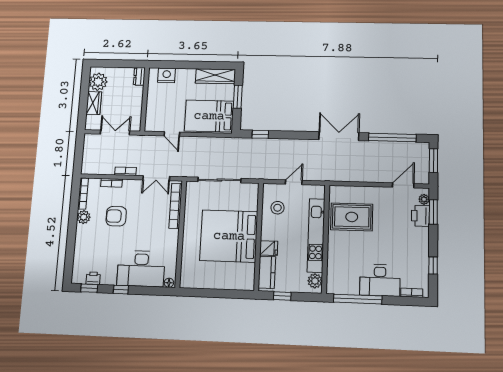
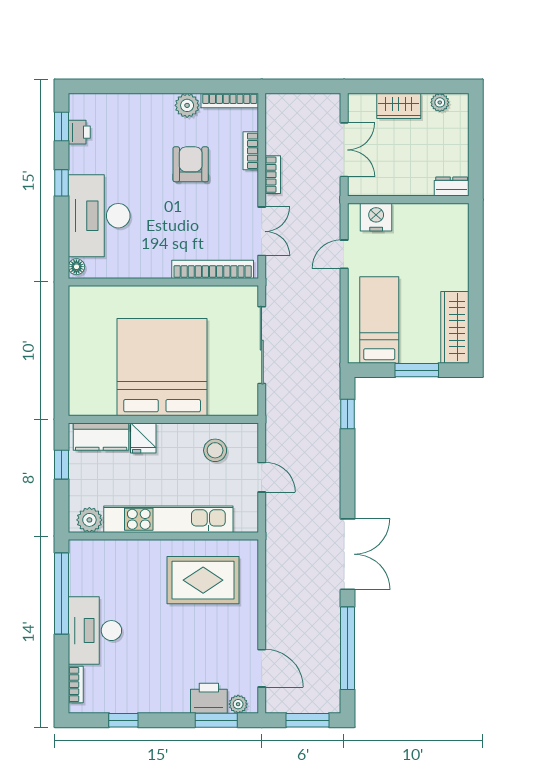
nightstand: (167, 75) -> (376, 217), moved, turned -90
plant: (98, 82) -> (440, 102), width x0.53, depth x0.53
bed: (209, 116) -> (379, 320), width x0.67
double door: (156, 178) -> (262, 231), swing flipped
rug: (352, 217) -> (203, 580), turned 90

